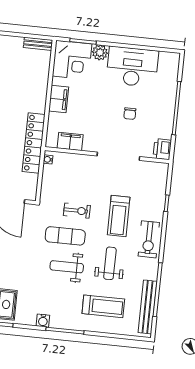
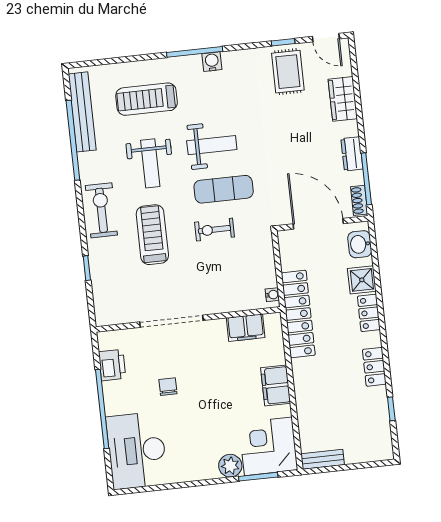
desk: (132, 67) -> (137, 450), moved, turned 90
printer: (162, 149) -> (112, 365), moved
water cooler: (43, 321) -> (212, 62), moved

